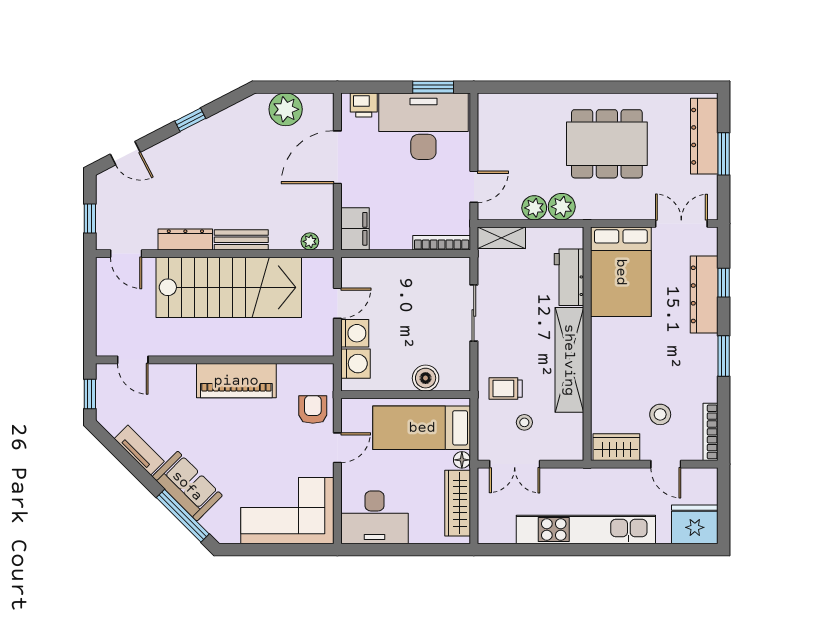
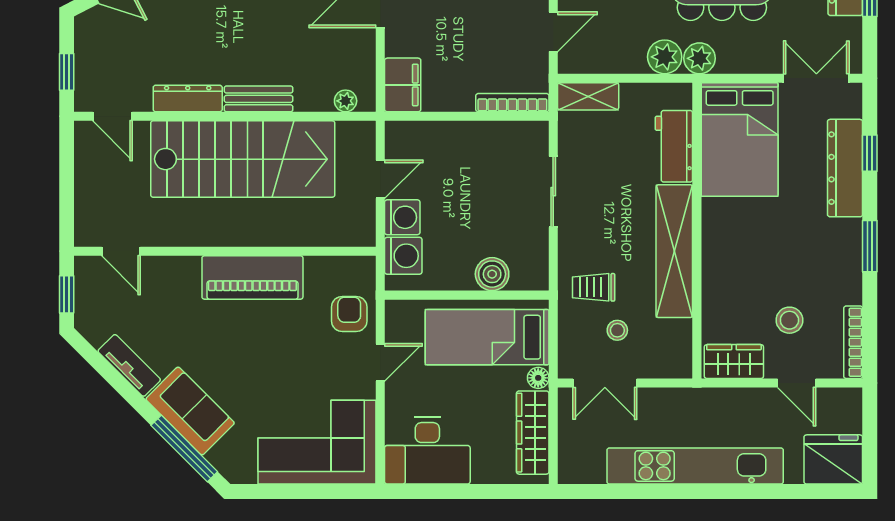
plant: (534, 208) -> (699, 58), moved

